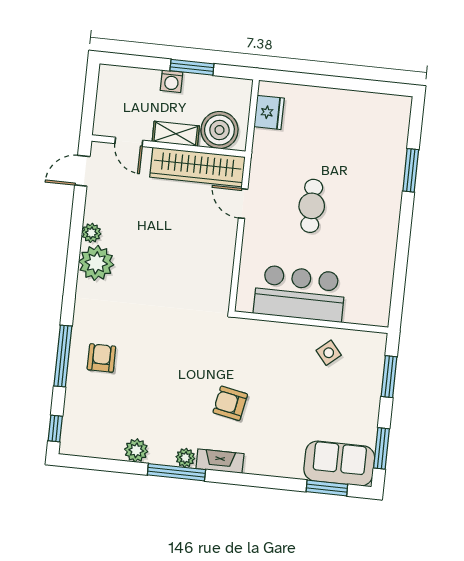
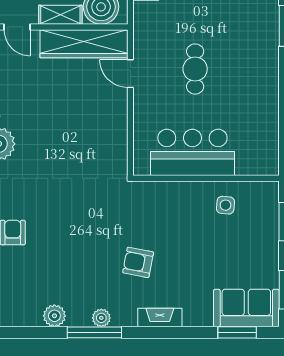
side table: (329, 353) -> (225, 205), turned 45
fireplace: (220, 461) -> (160, 318), moved

